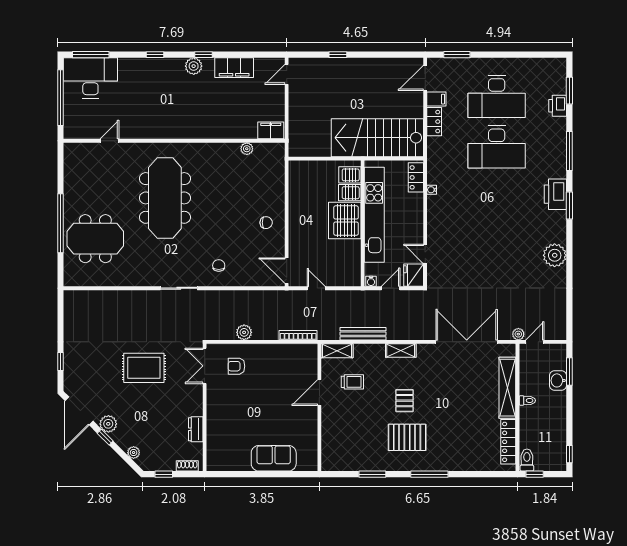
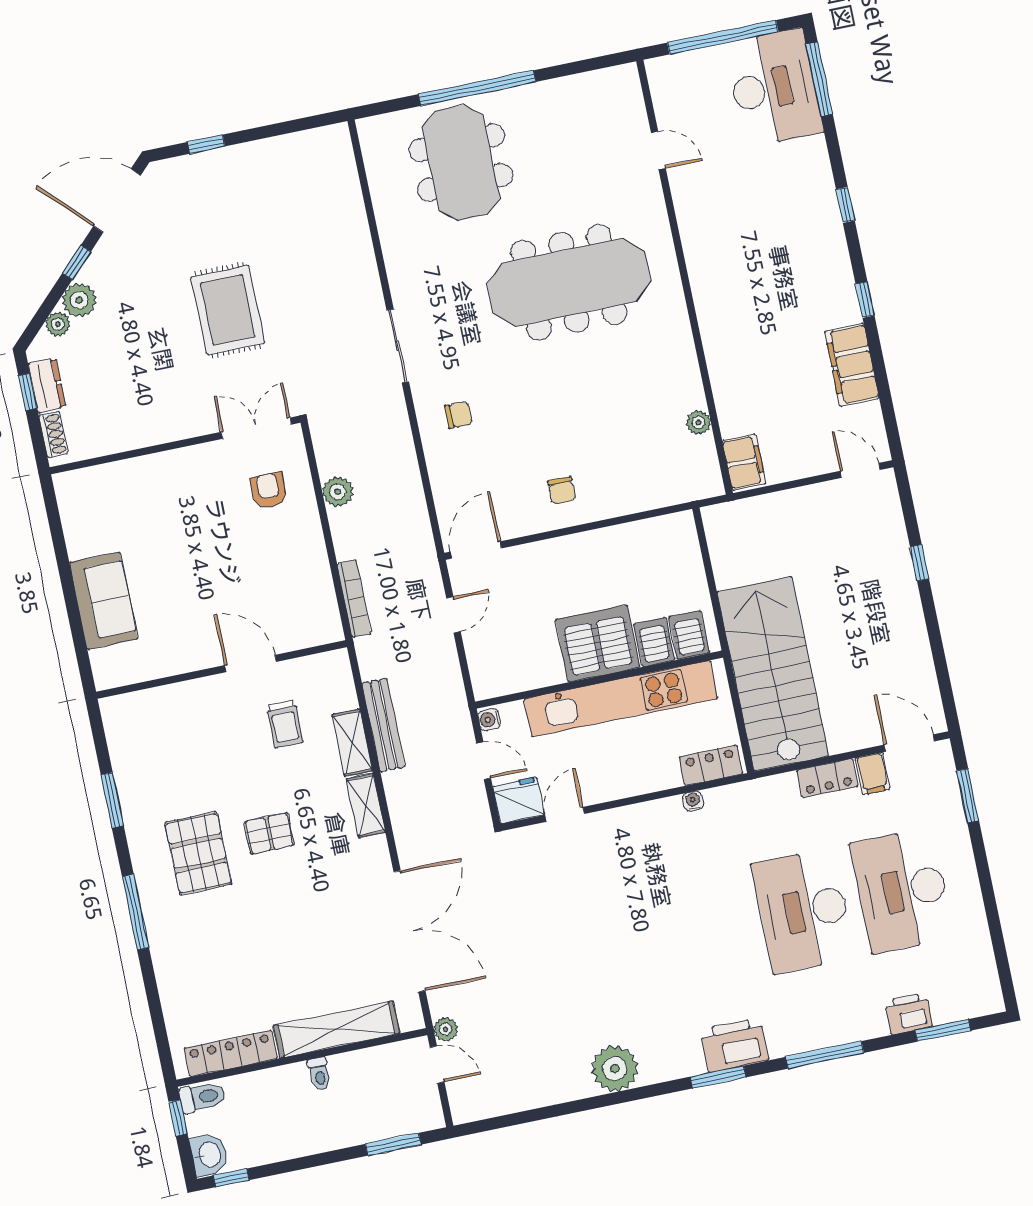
plant: (194, 66) -> (839, 285), removed
shelving: (337, 351) -> (352, 743), moved
washbasin: (558, 380) -> (209, 1155), moved, turned 90
plant: (108, 424) -> (79, 300), moved
dresser: (196, 429) -> (47, 385), moved, turned 90

